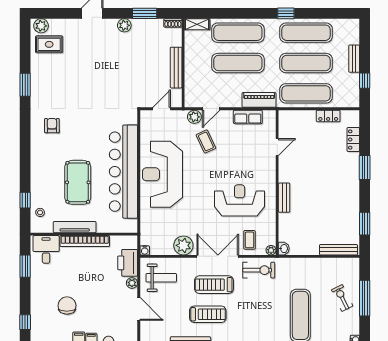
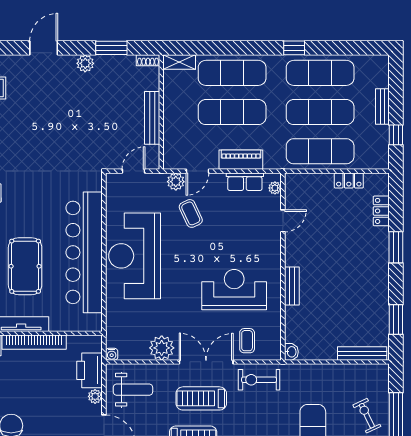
piano: (259, 100) -> (241, 160), moved
plant: (271, 250) -> (275, 188), moved
exercise bike: (259, 270) -> (259, 380), turned 180

